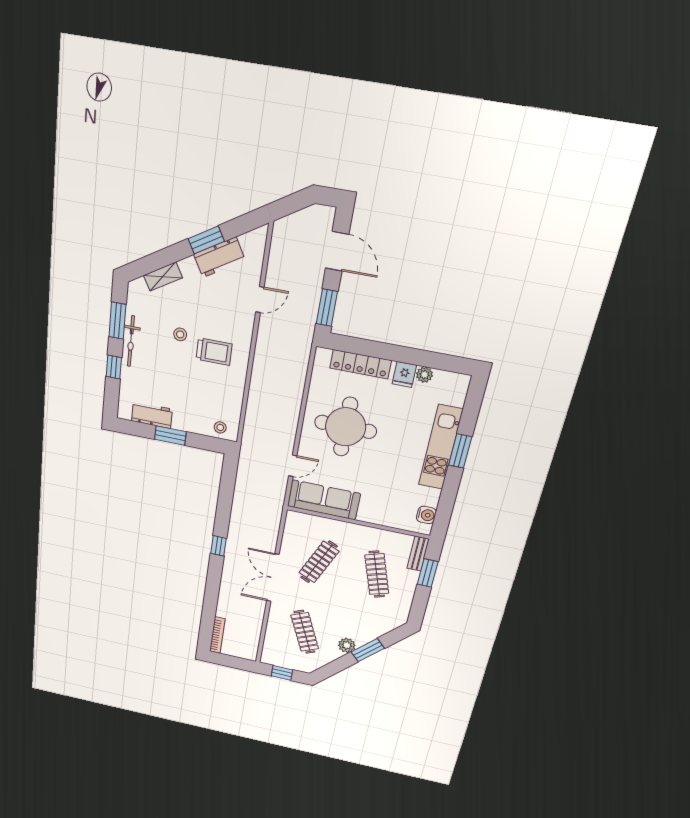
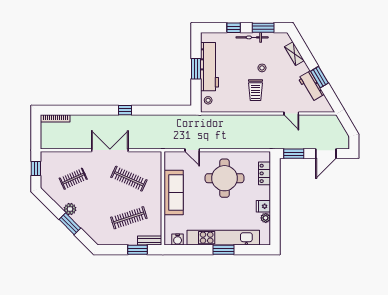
locker: (361, 364) -> (265, 173), width x0.66
workbench: (152, 415) -> (209, 67), width x1.88, depth x1.32
kitchen unit: (440, 447) -> (223, 238), width x1.36
sofa: (324, 500) -> (174, 193), moved
clothes rail: (305, 632) -> (73, 179), width x0.73

